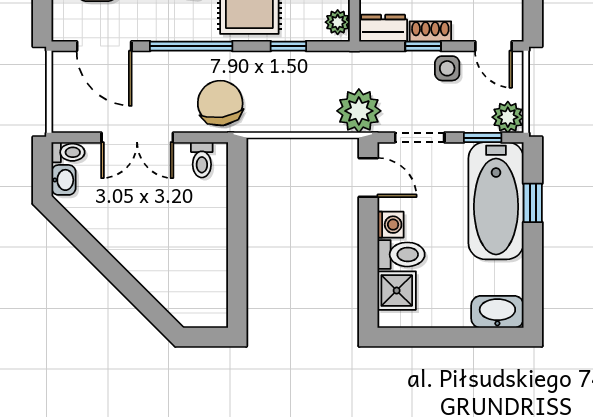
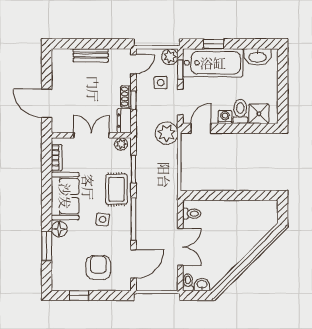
window: (288, 46) -> (133, 169), width x1.50
side table: (447, 68) -> (161, 83), moved
chair: (220, 103) -> (163, 204), removed
washbasin: (497, 312) -> (257, 57), moved, turned -90

